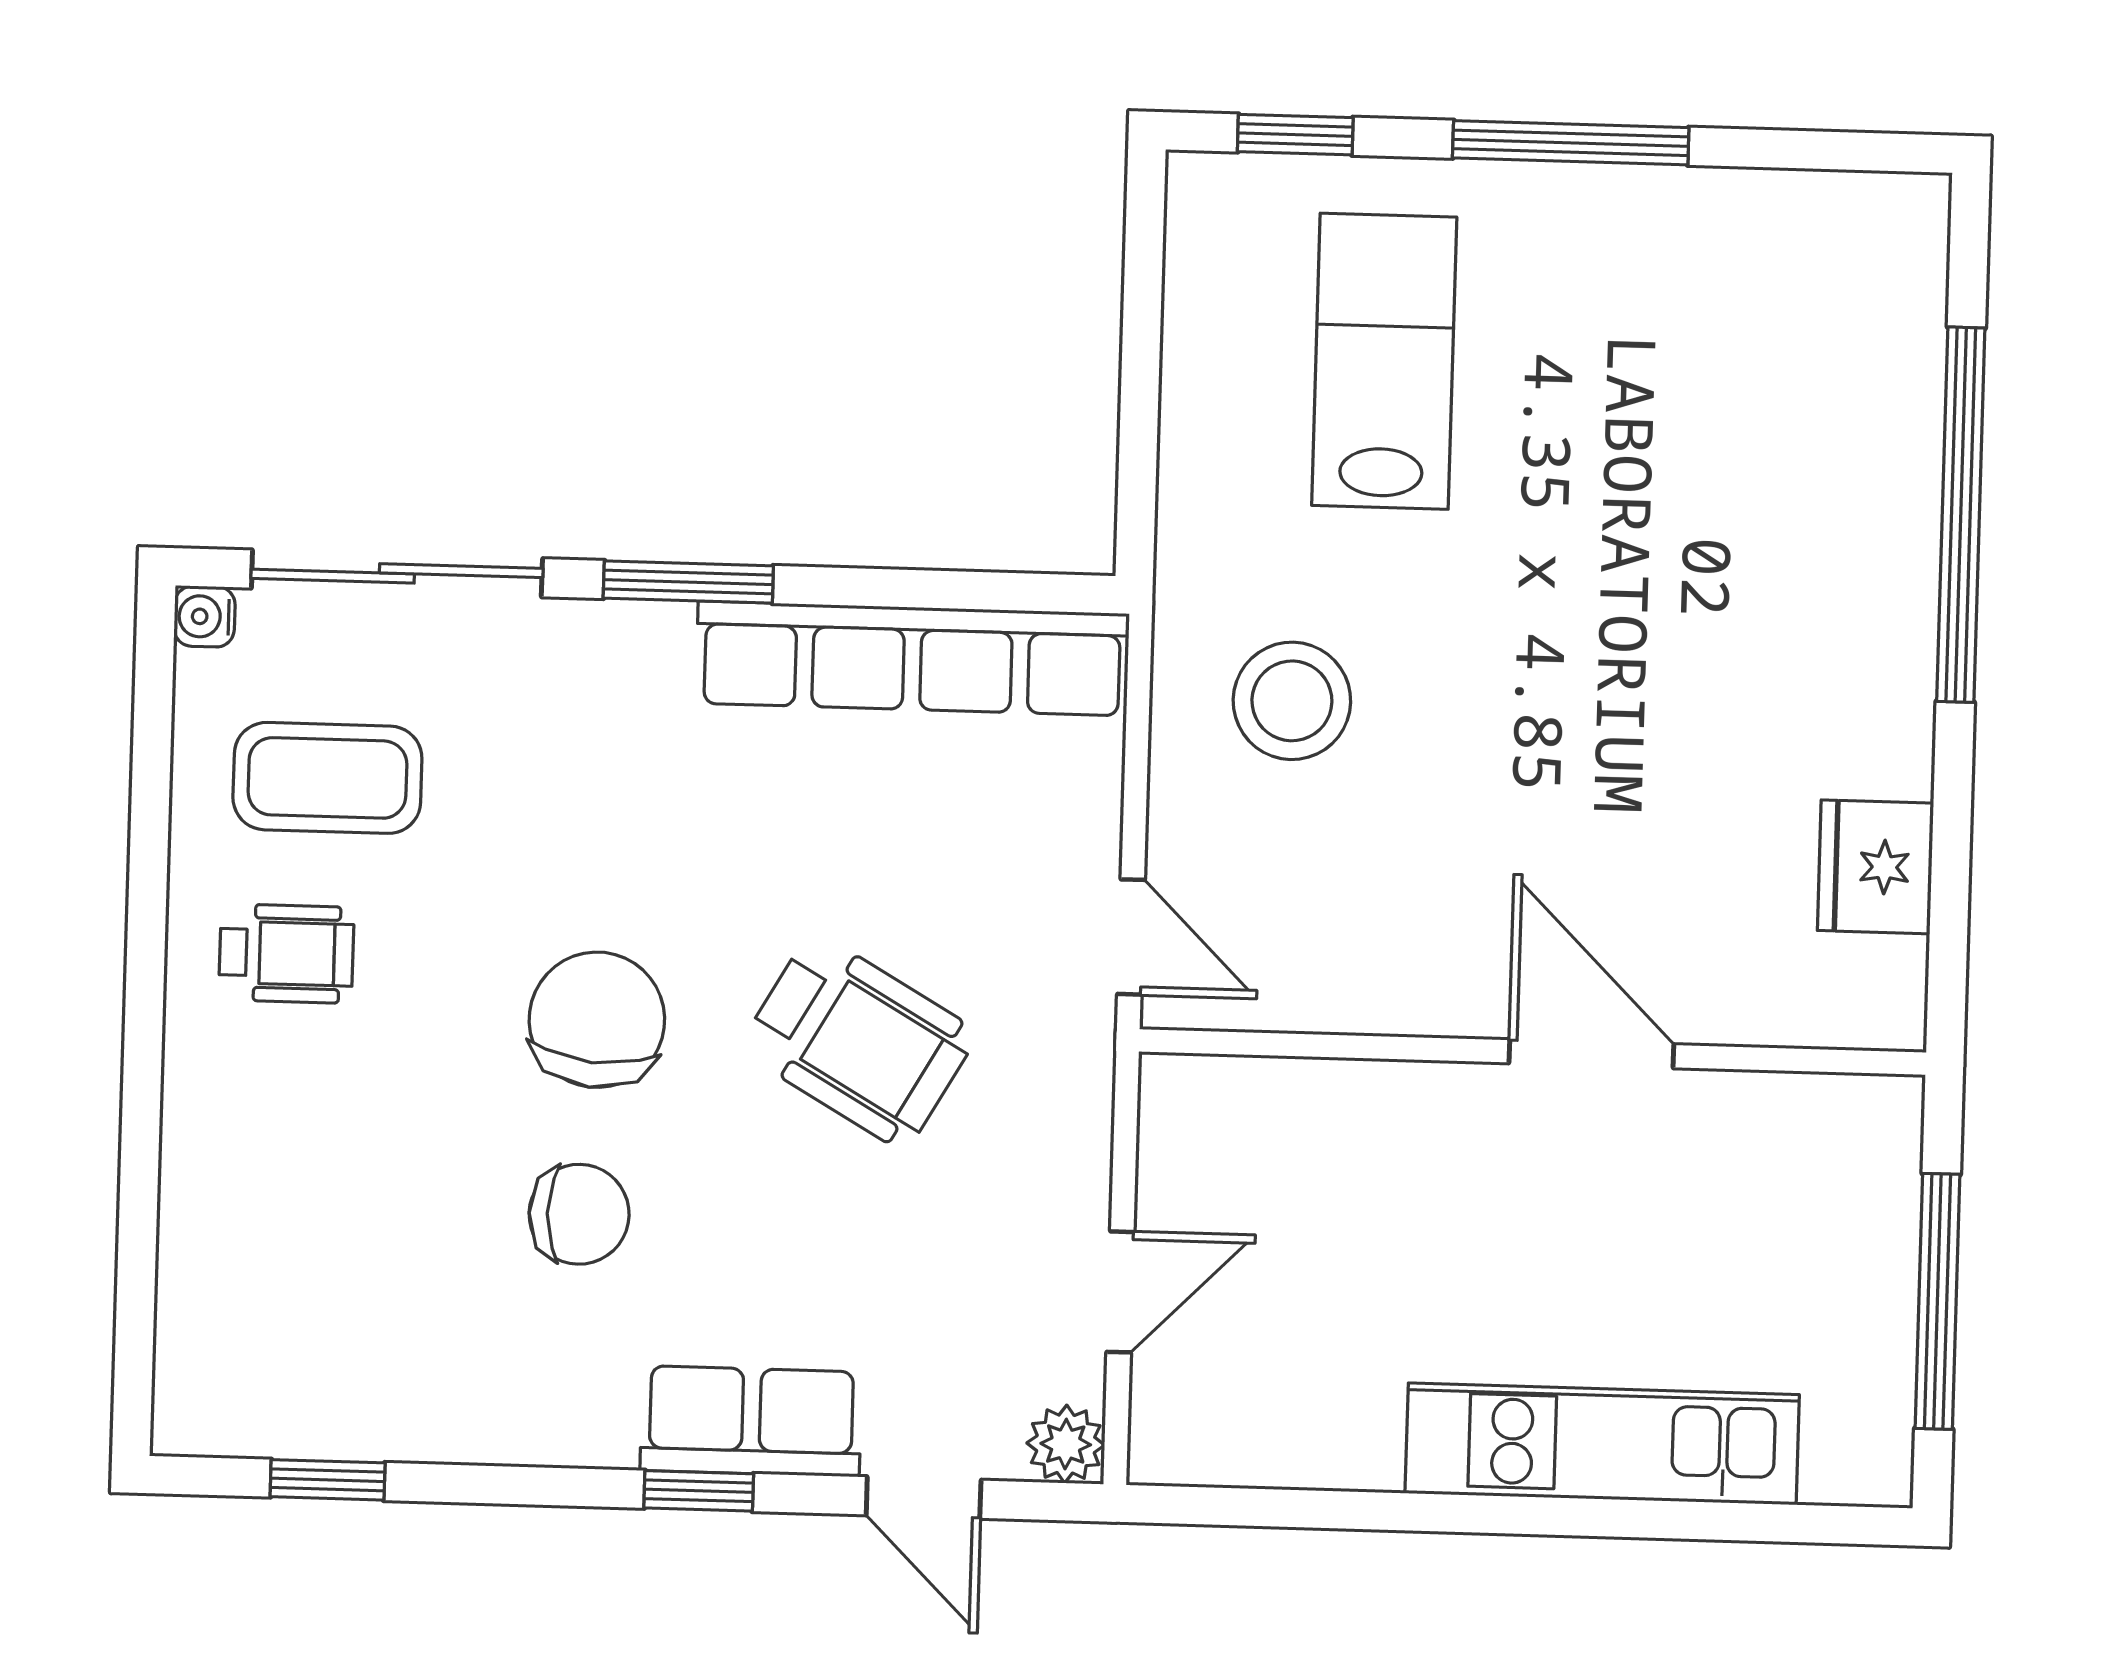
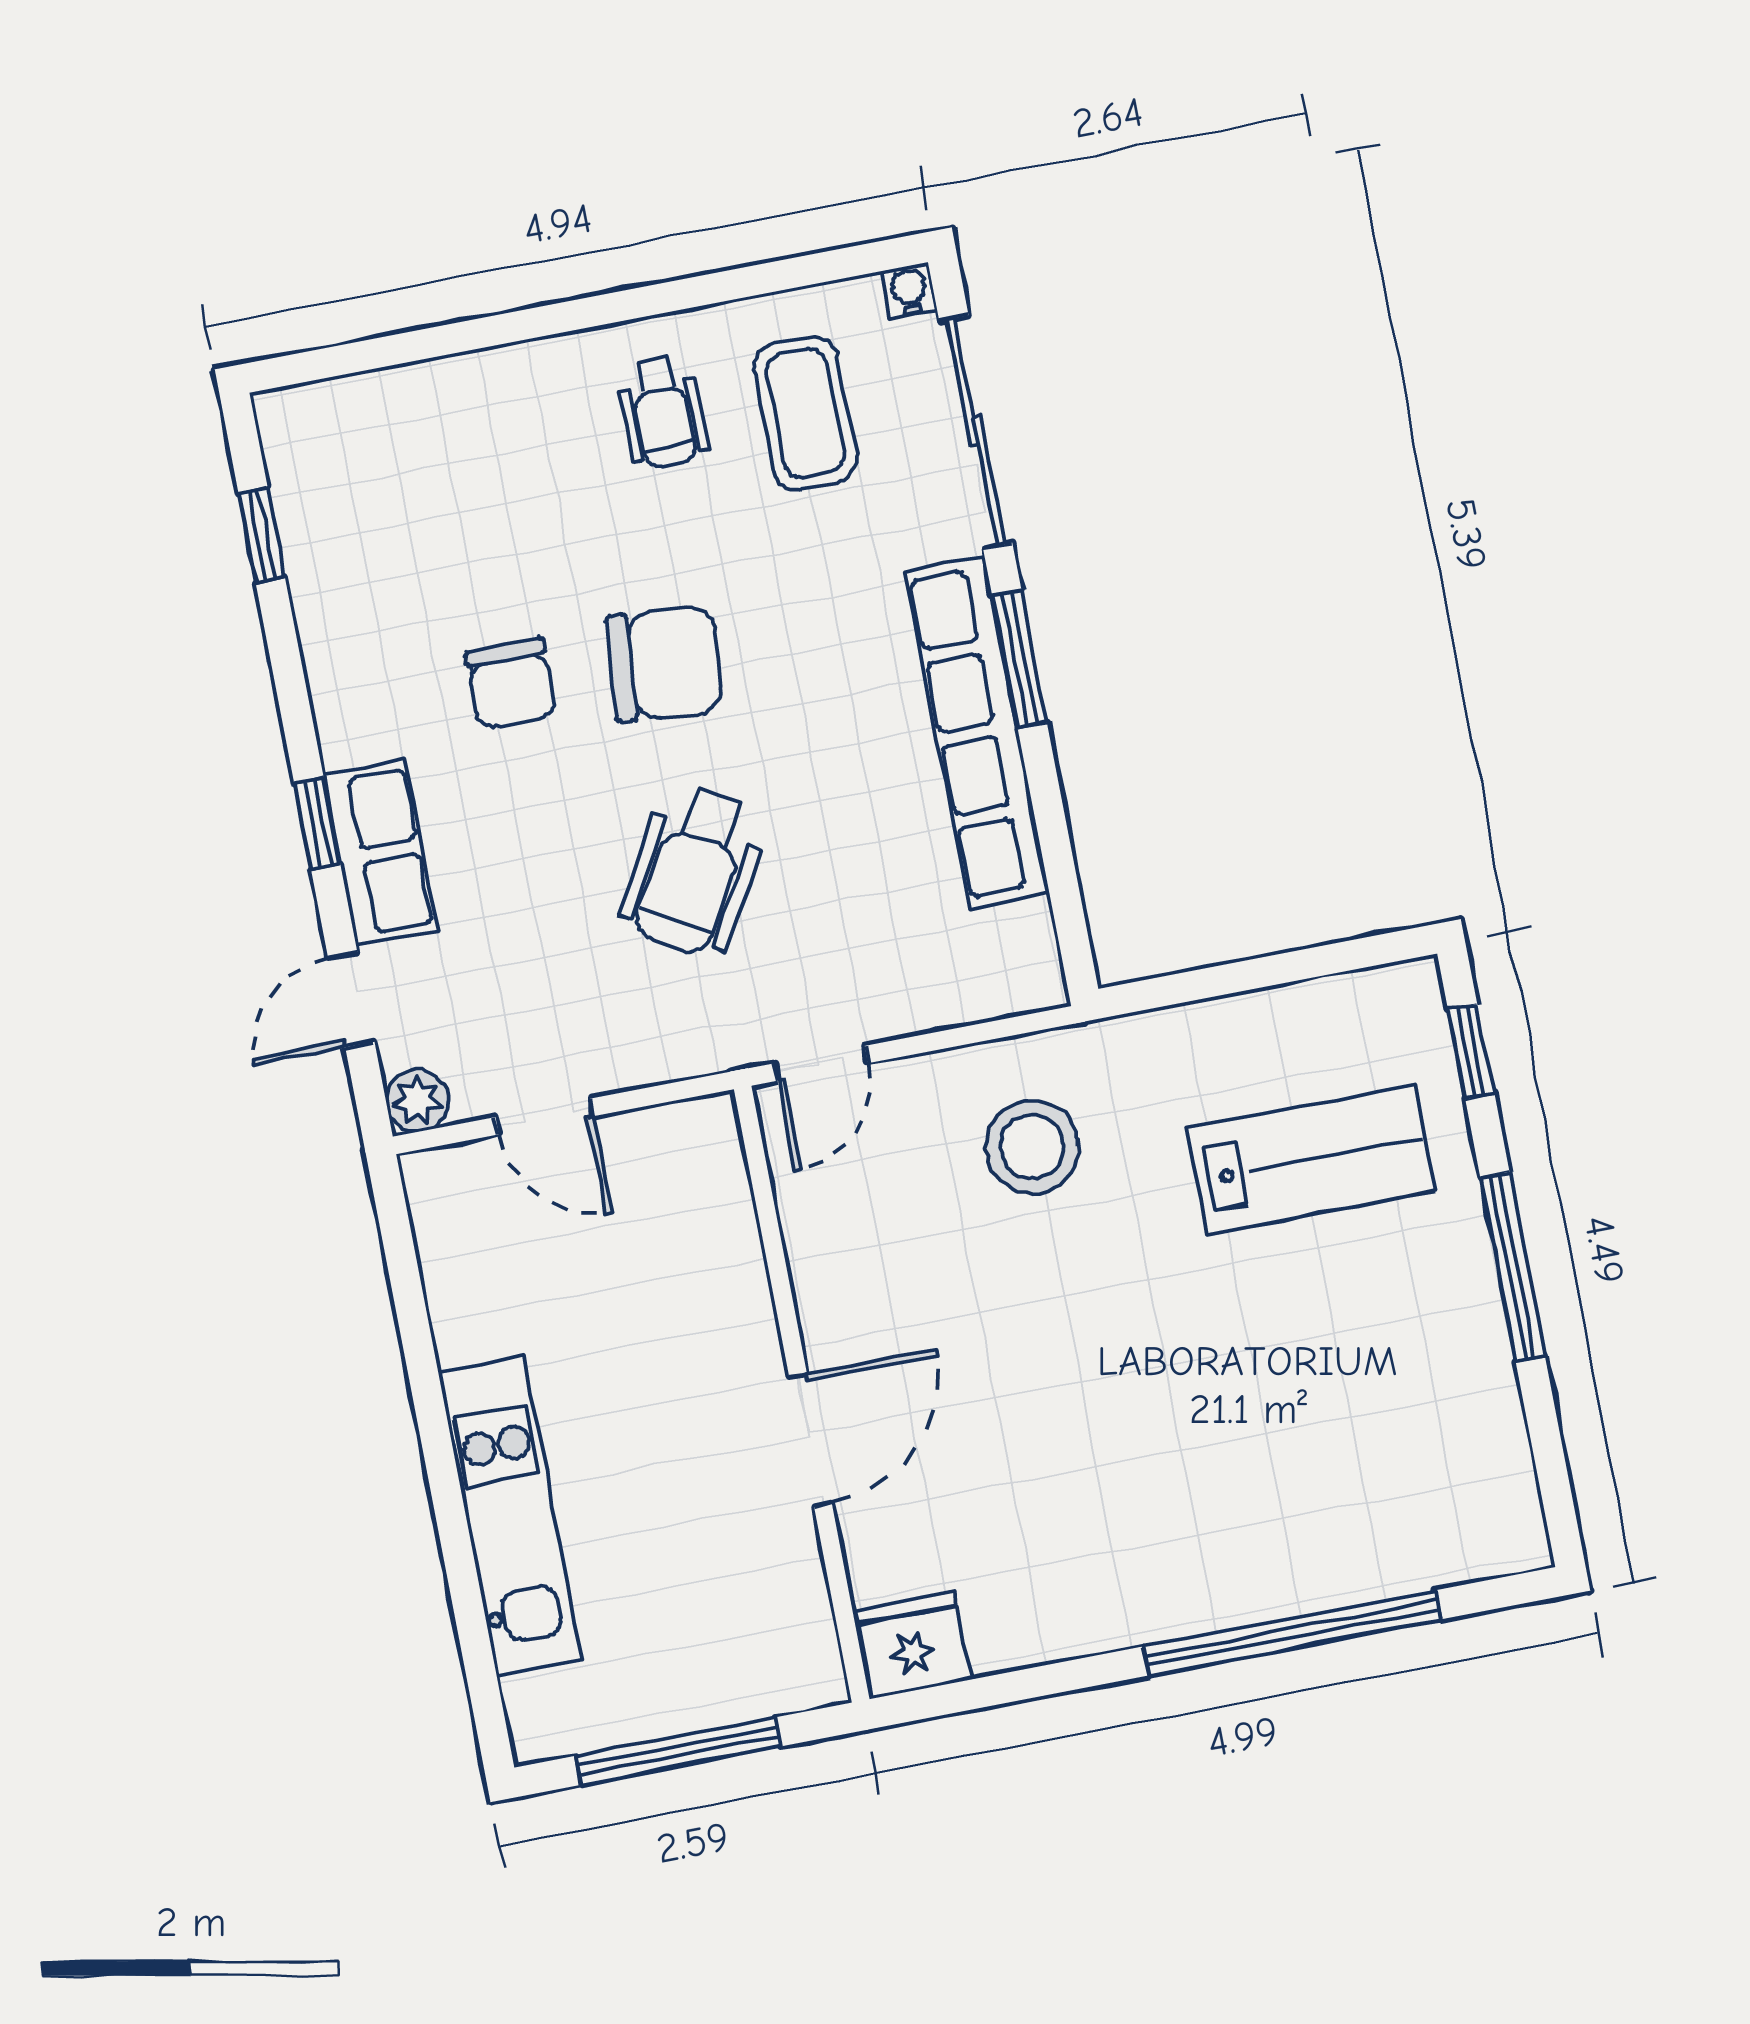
row of seats: (912, 658) -> (977, 732), moved
fridge: (1875, 867) -> (912, 1646), moved

